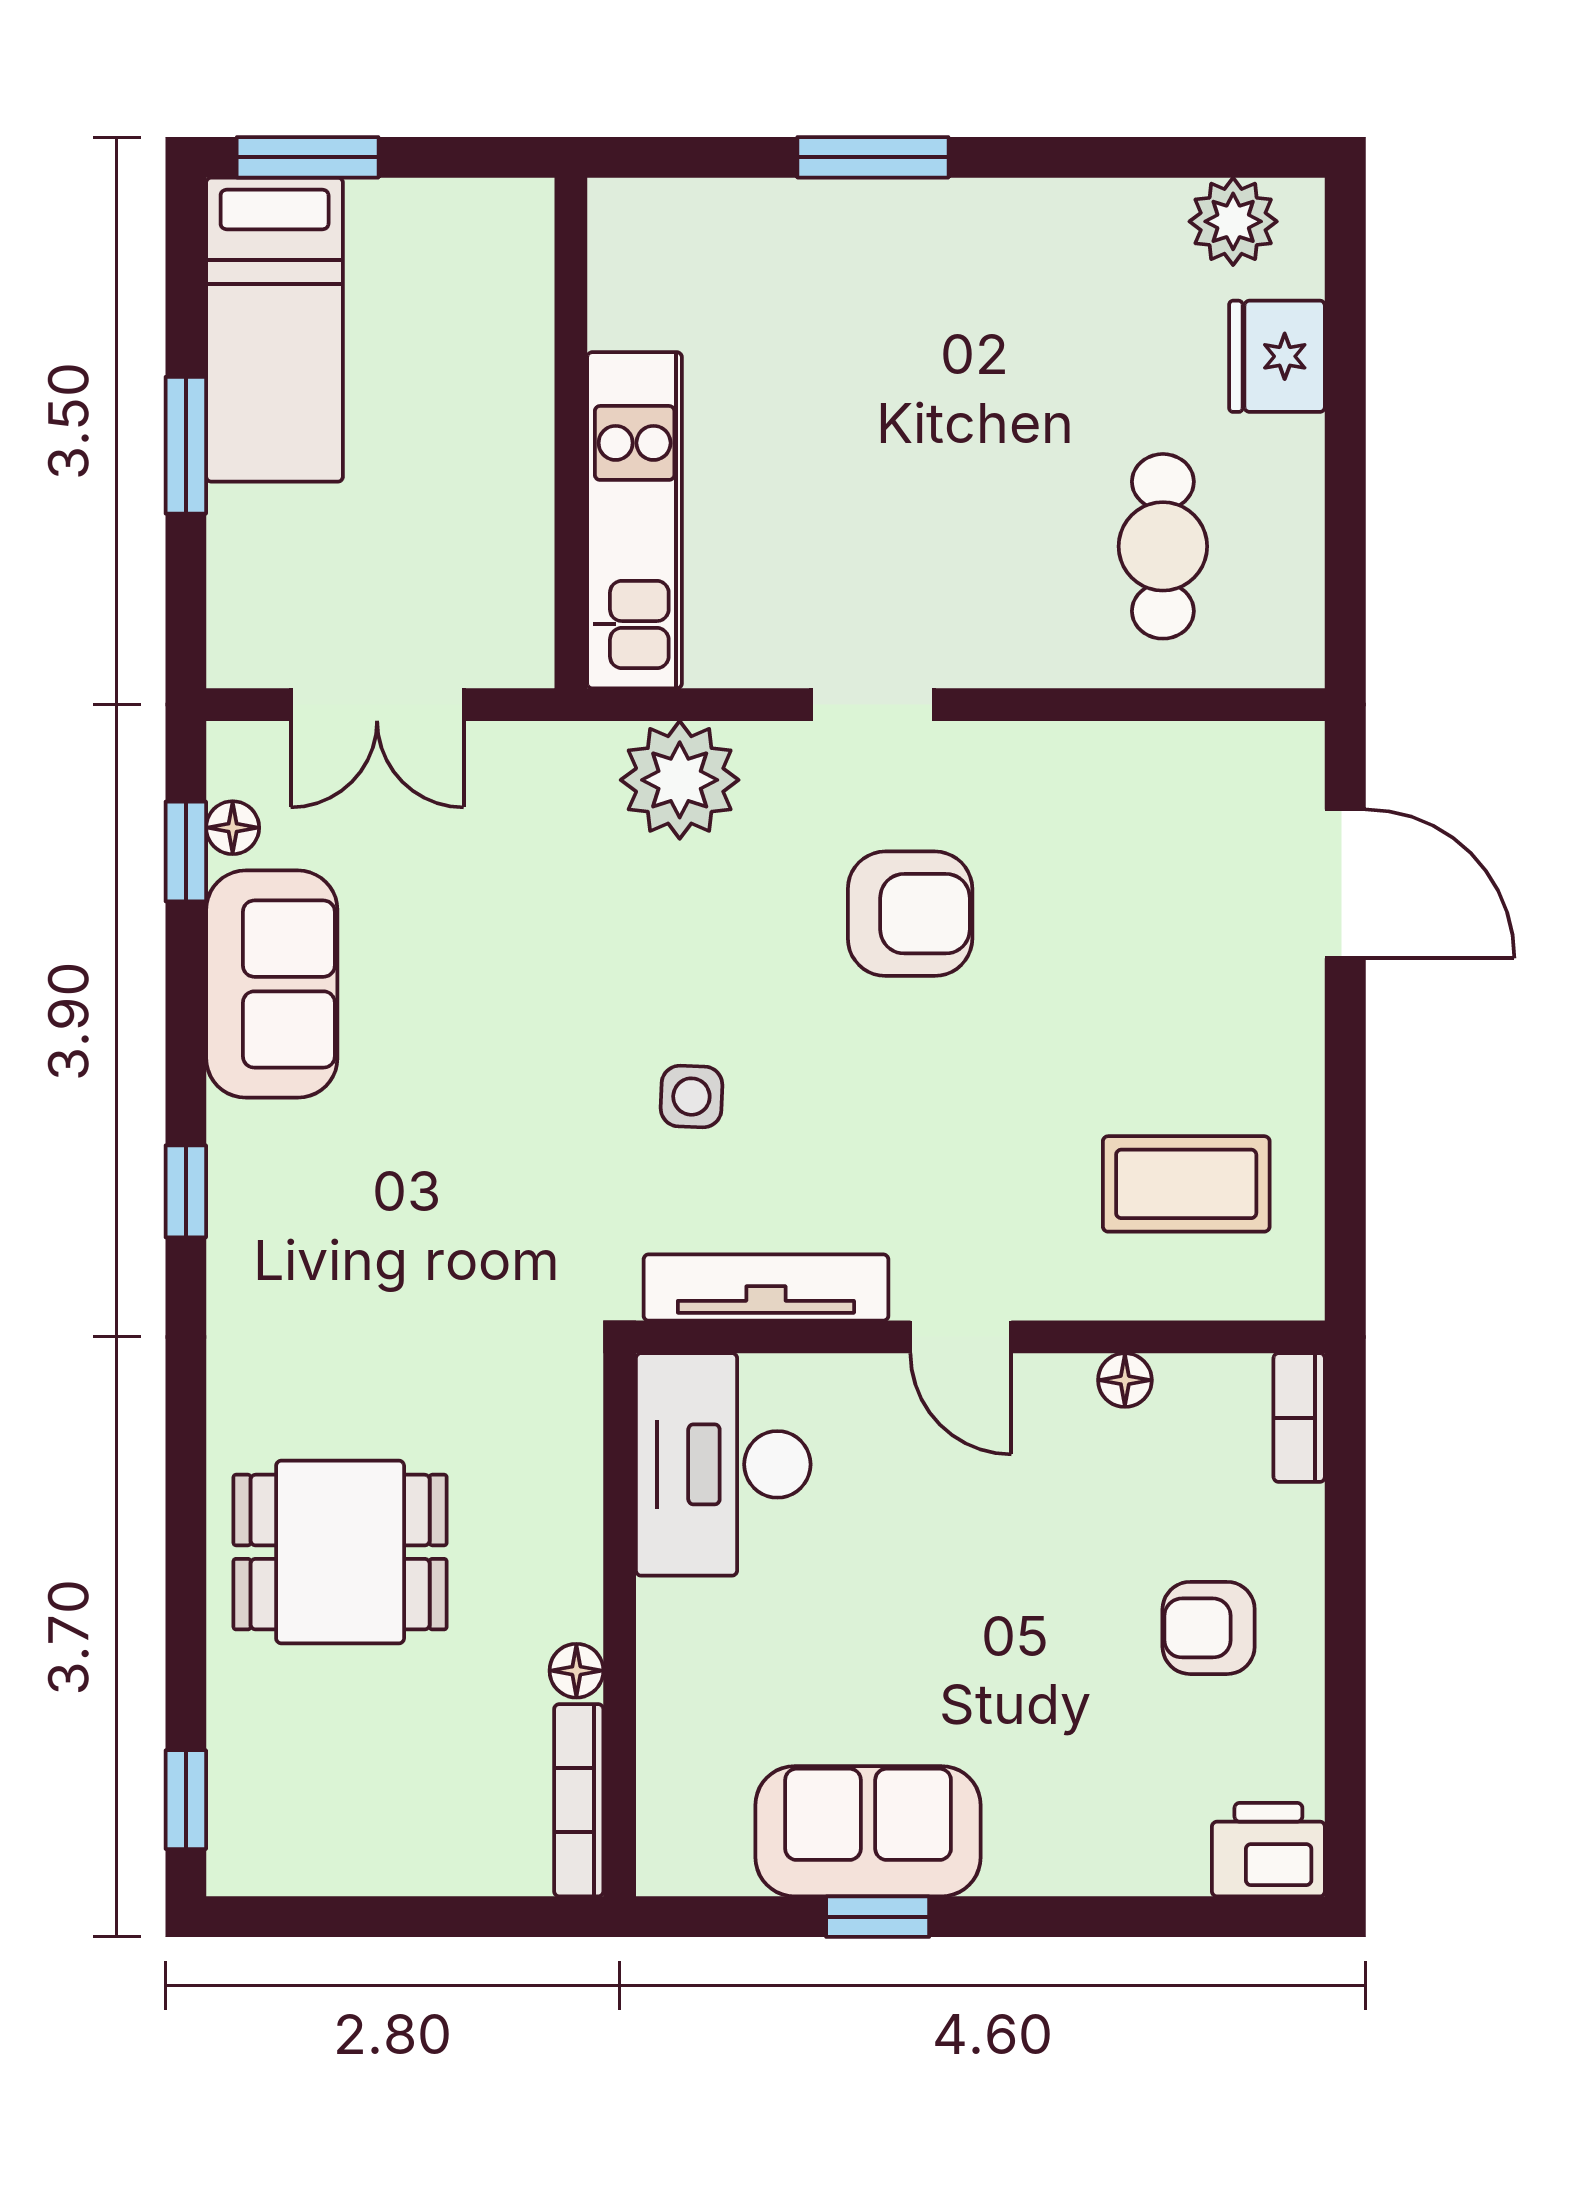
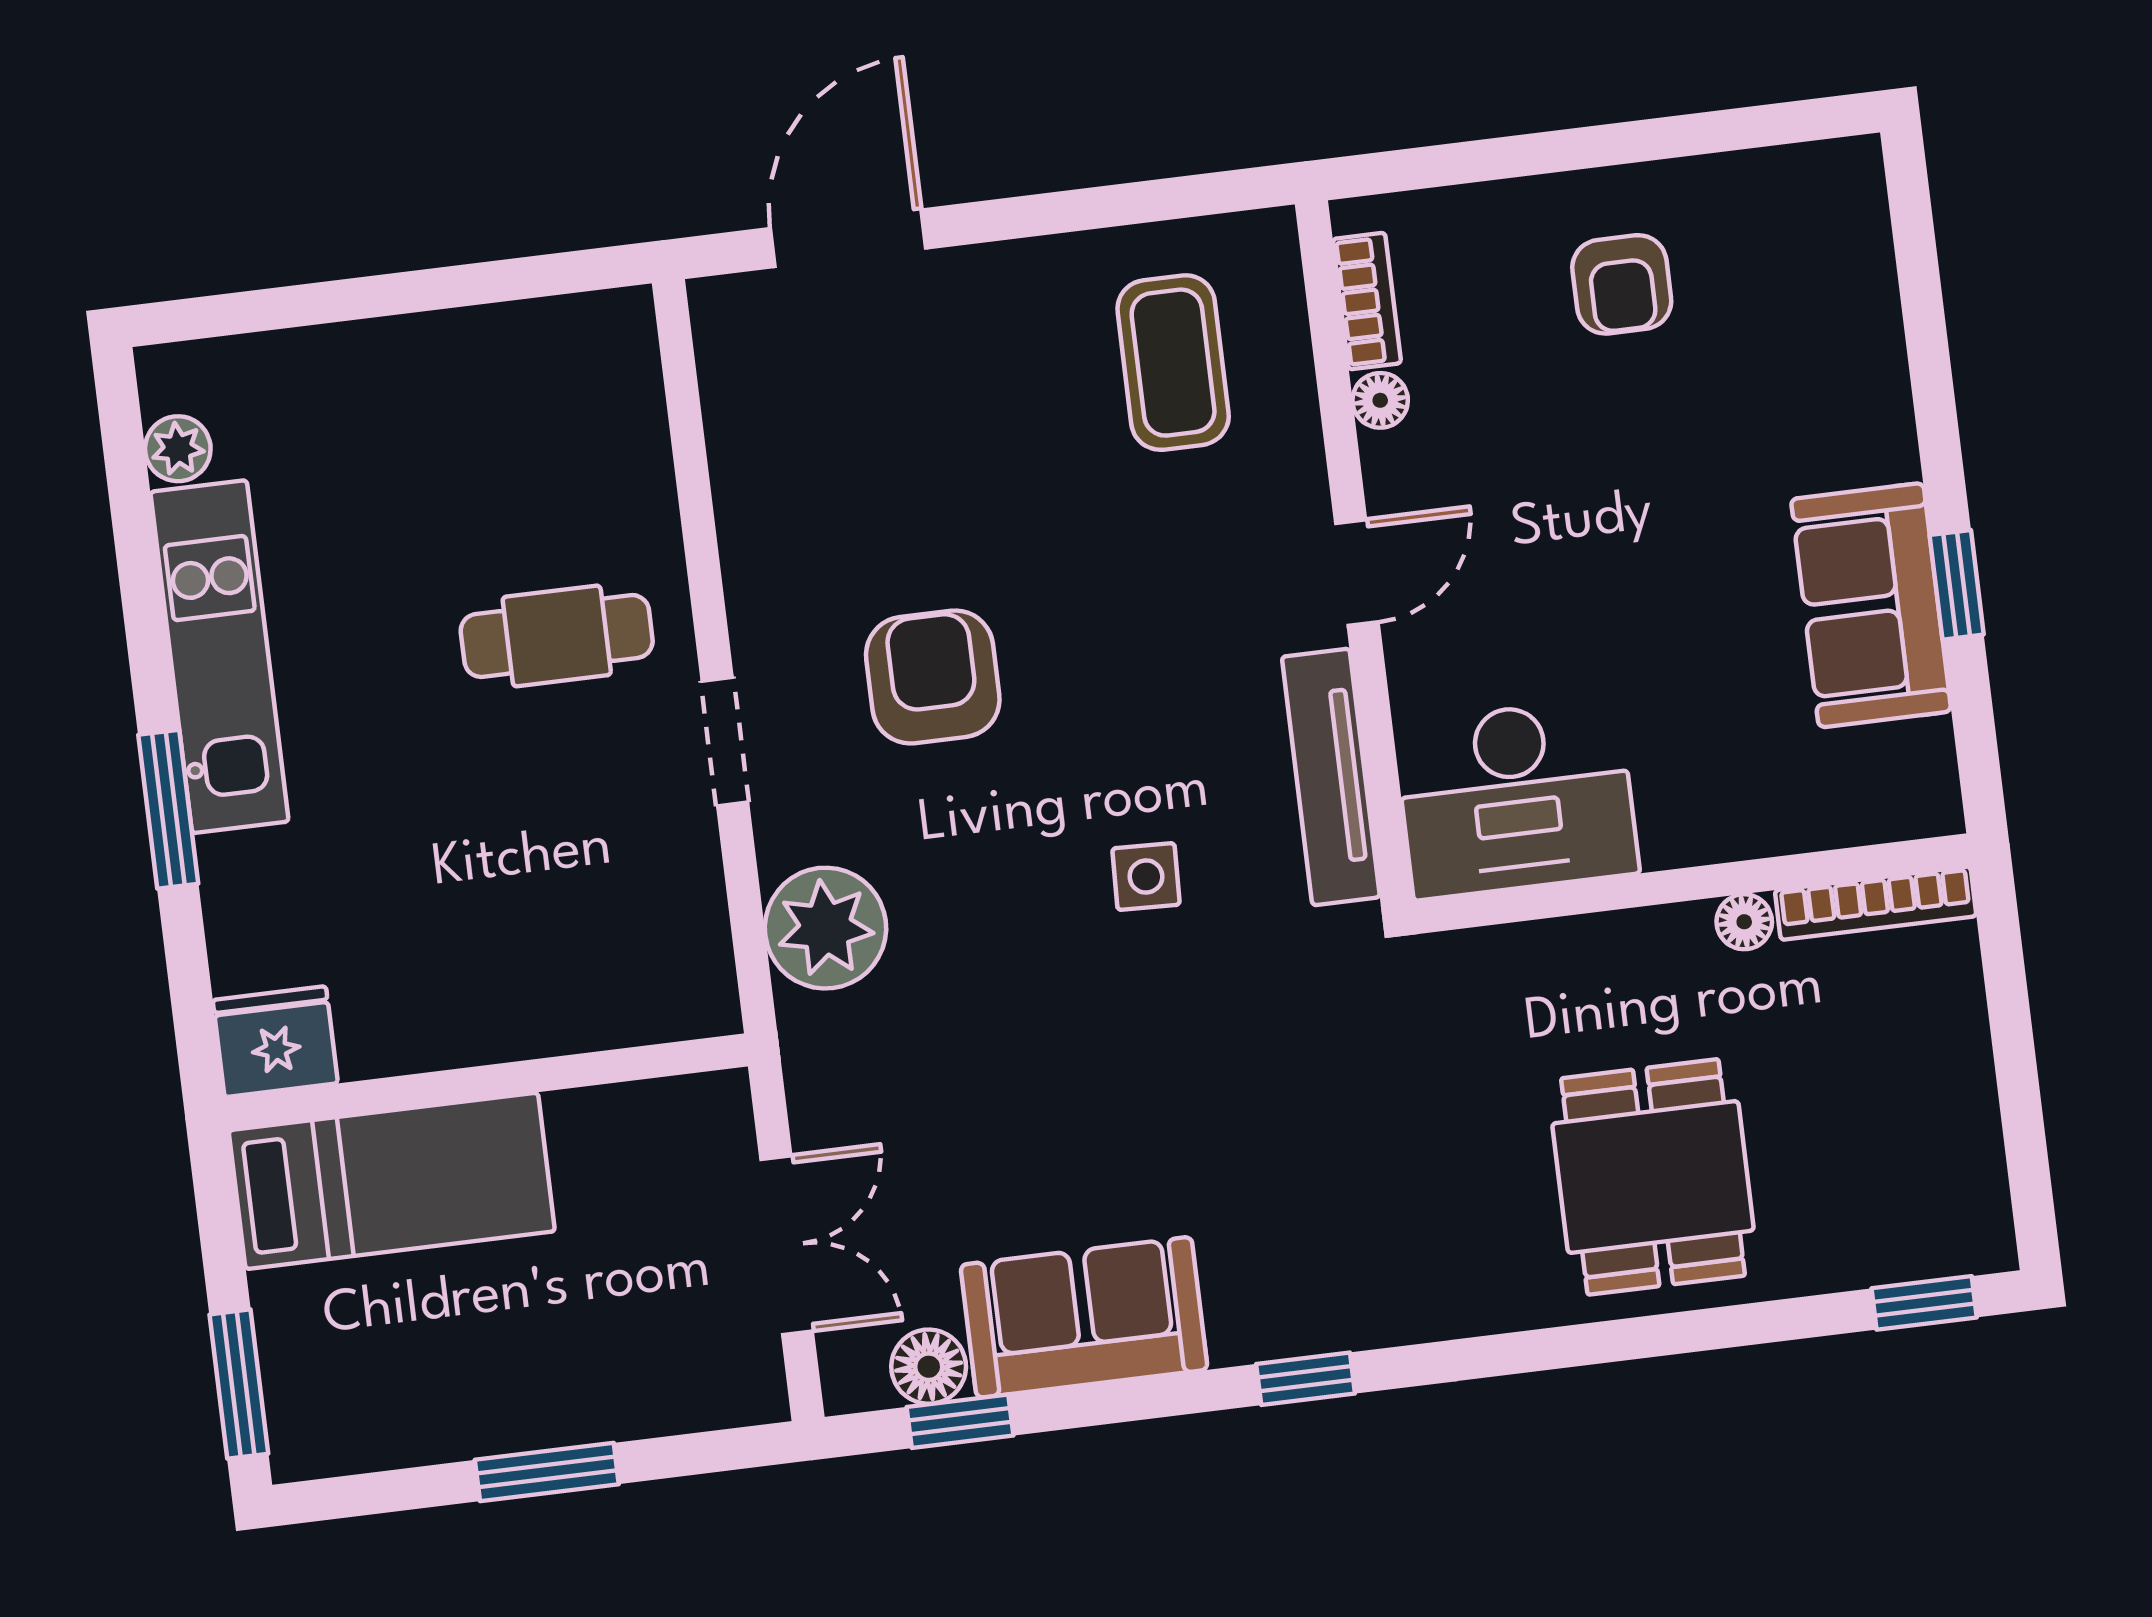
plant: (1233, 221) -> (178, 449), width x0.73, depth x0.73
bed: (275, 330) -> (392, 1181), moved
fridge: (1277, 356) -> (275, 1042), moved, turned 180
kitchen unit: (635, 520) -> (219, 657), moved, turned 90
cafe table: (1163, 546) -> (557, 636), moved
floor lamp: (233, 828) -> (929, 1367), width x1.37, depth x1.37
bookcase: (1299, 1418) -> (1367, 301), moved, turned -90
printer: (1268, 1850) -> (1840, 196), removed

